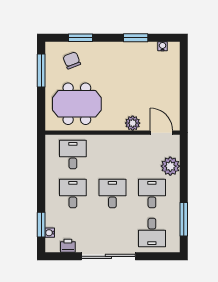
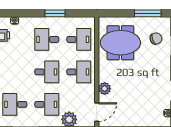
meeting table: (77, 104) -> (120, 43), turned 90
desk: (112, 154) -> (79, 72), added
desk: (73, 193) -> (47, 39), turned 180
window: (41, 225) -> (55, 13), moved

